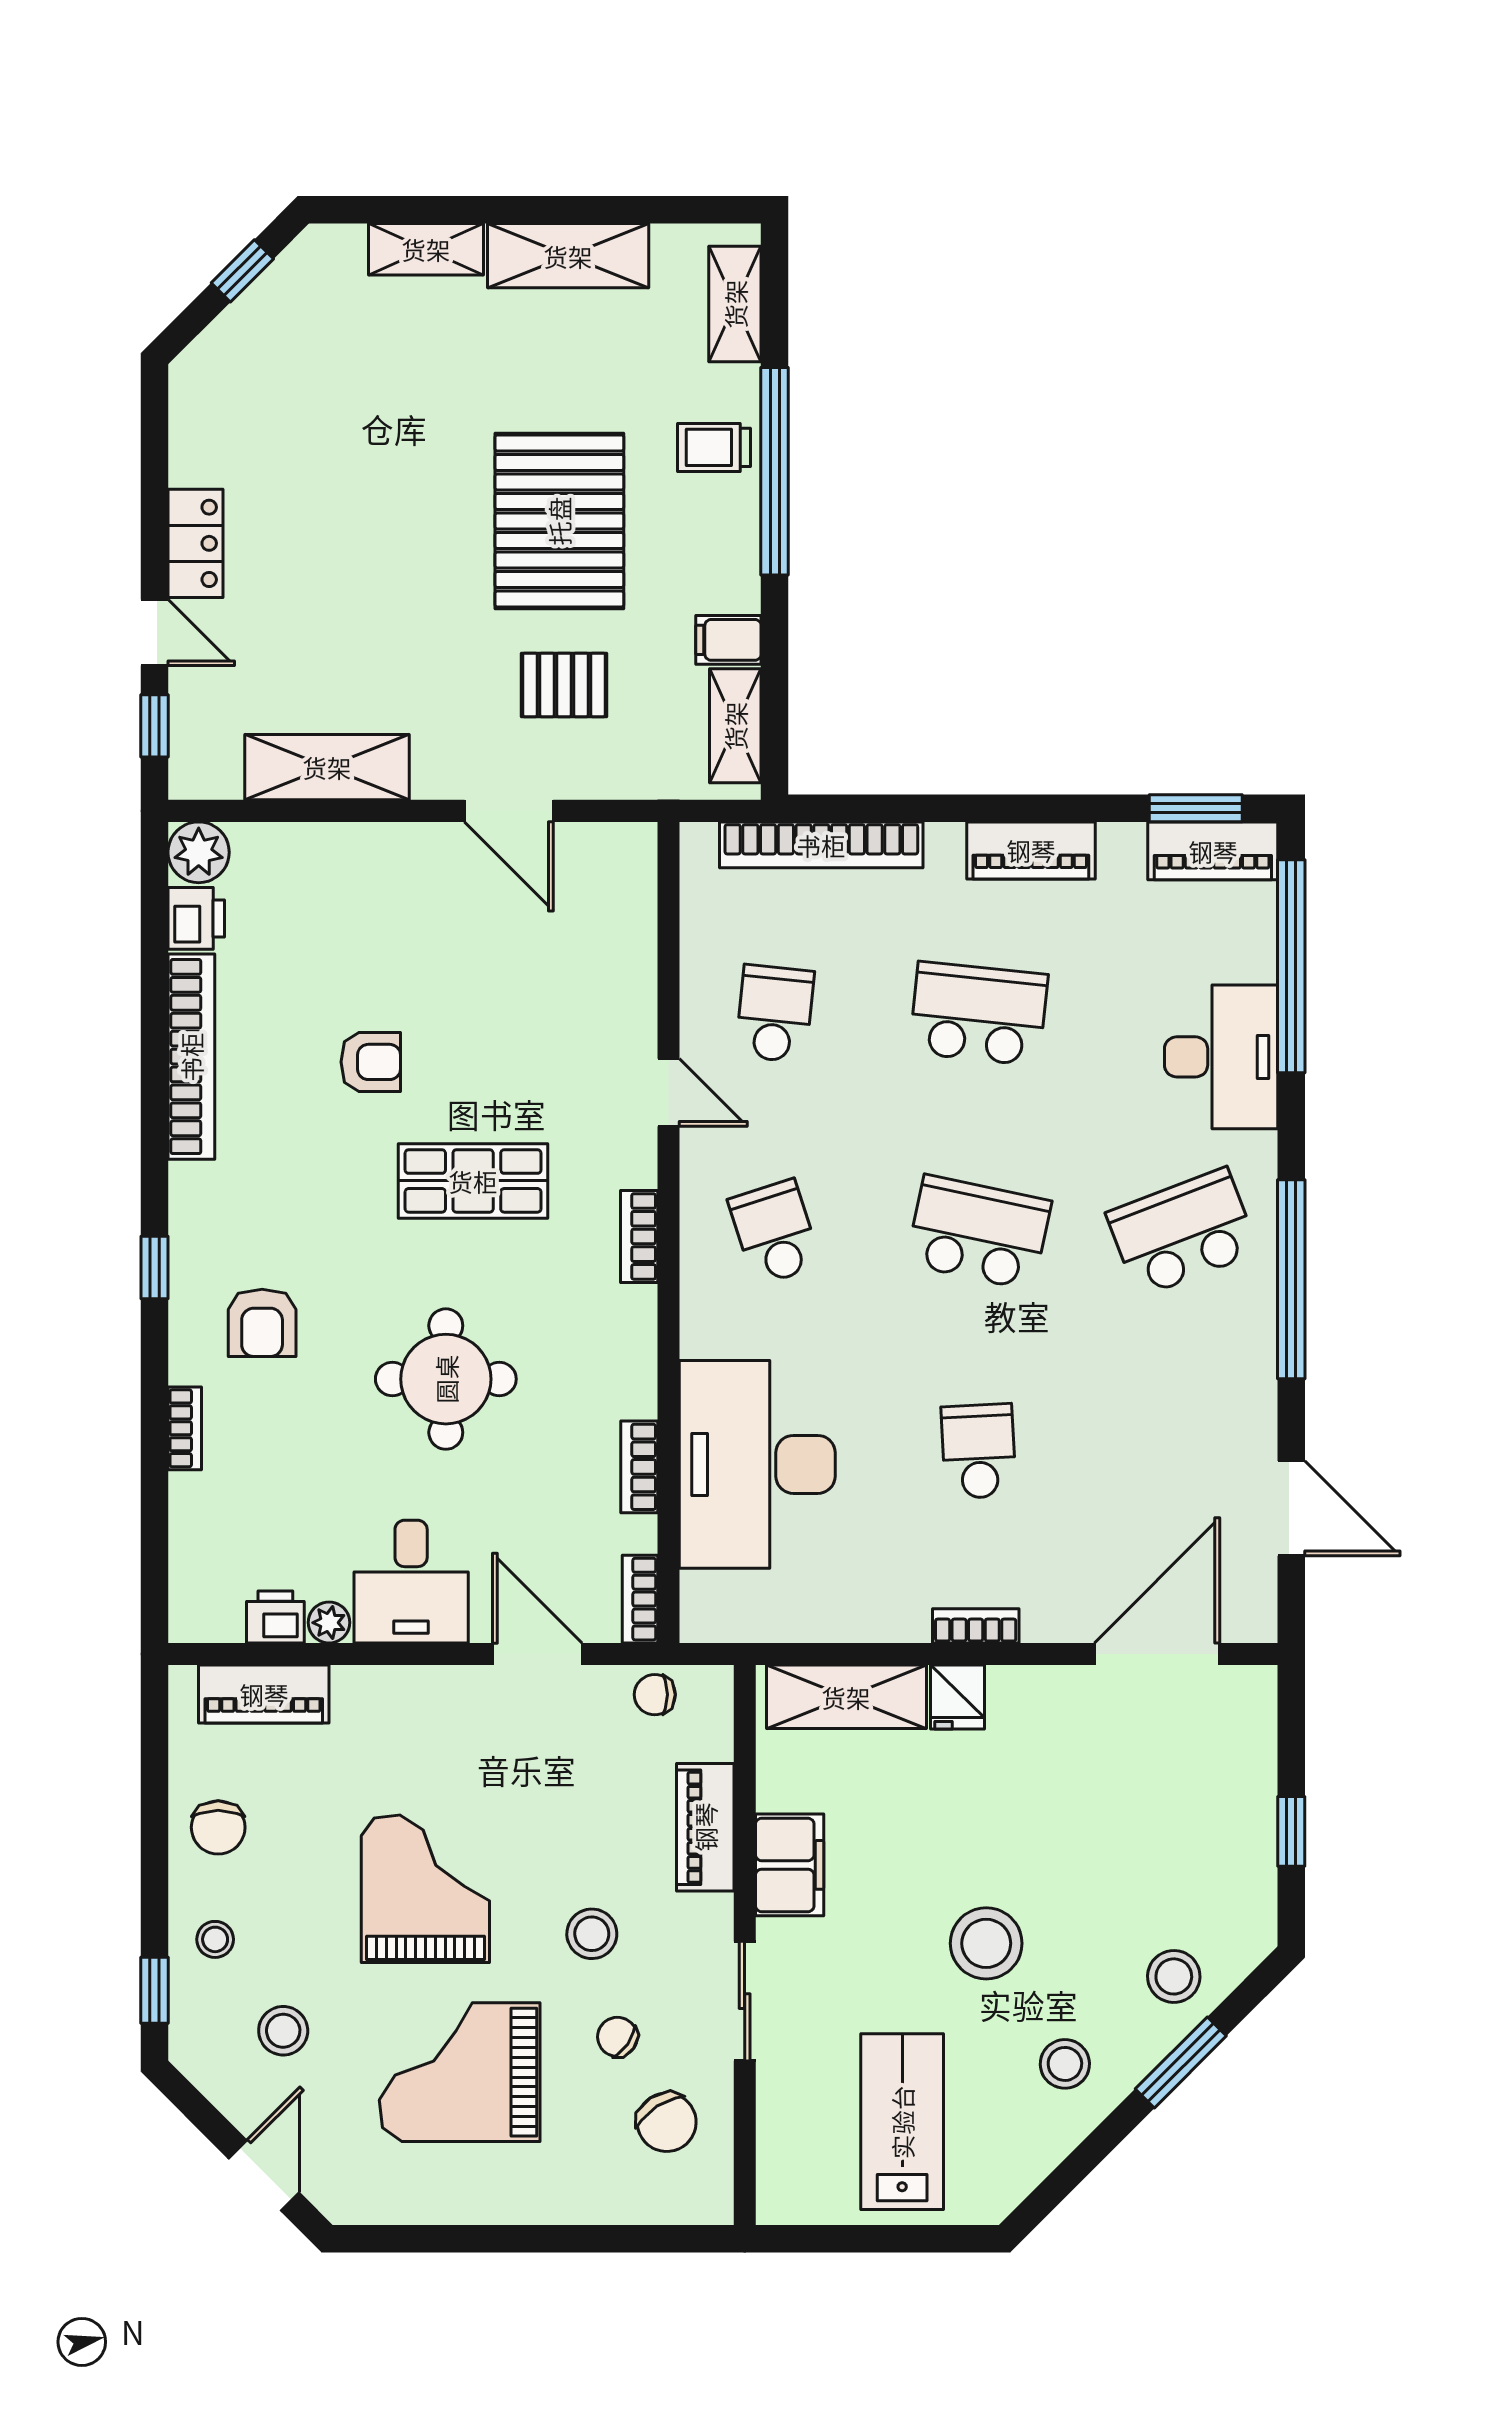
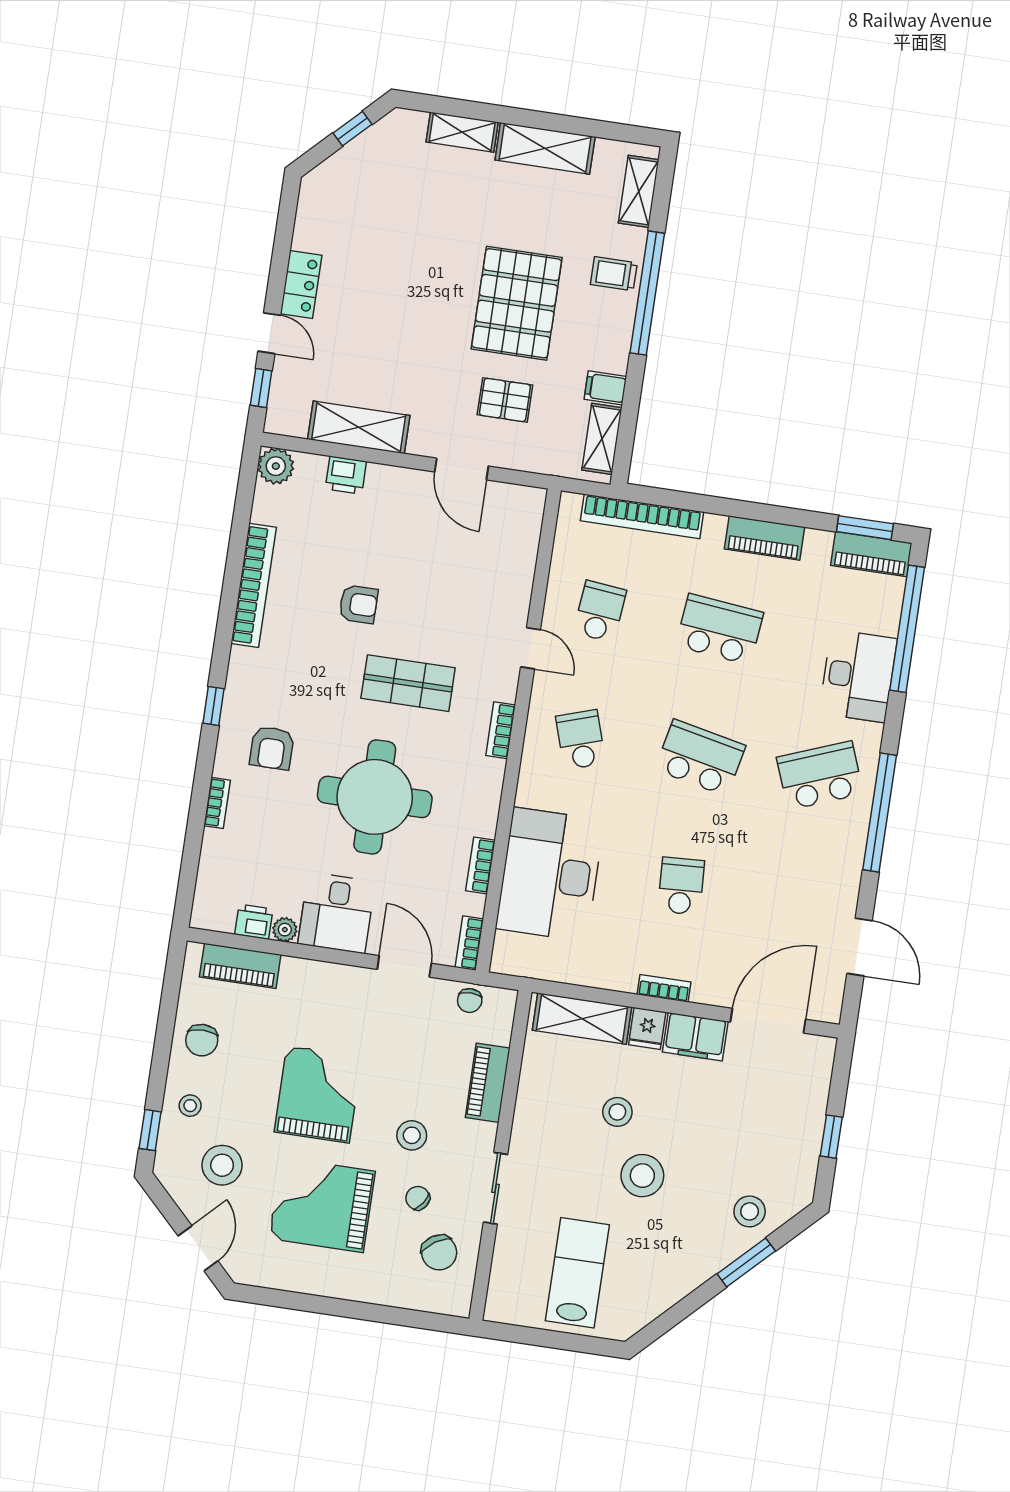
printer: (196, 918) -> (346, 475), moved, turned 90
round table: (446, 1379) -> (375, 797), width x1.36, depth x1.36
chair: (655, 1695) -> (470, 1000), turned -90
filing cabinet: (790, 1865) -> (695, 1037), moved, turned 90
stool: (283, 2031) -> (222, 1165), width x1.38, depth x1.38
stool: (1065, 2064) -> (617, 1112), moved

